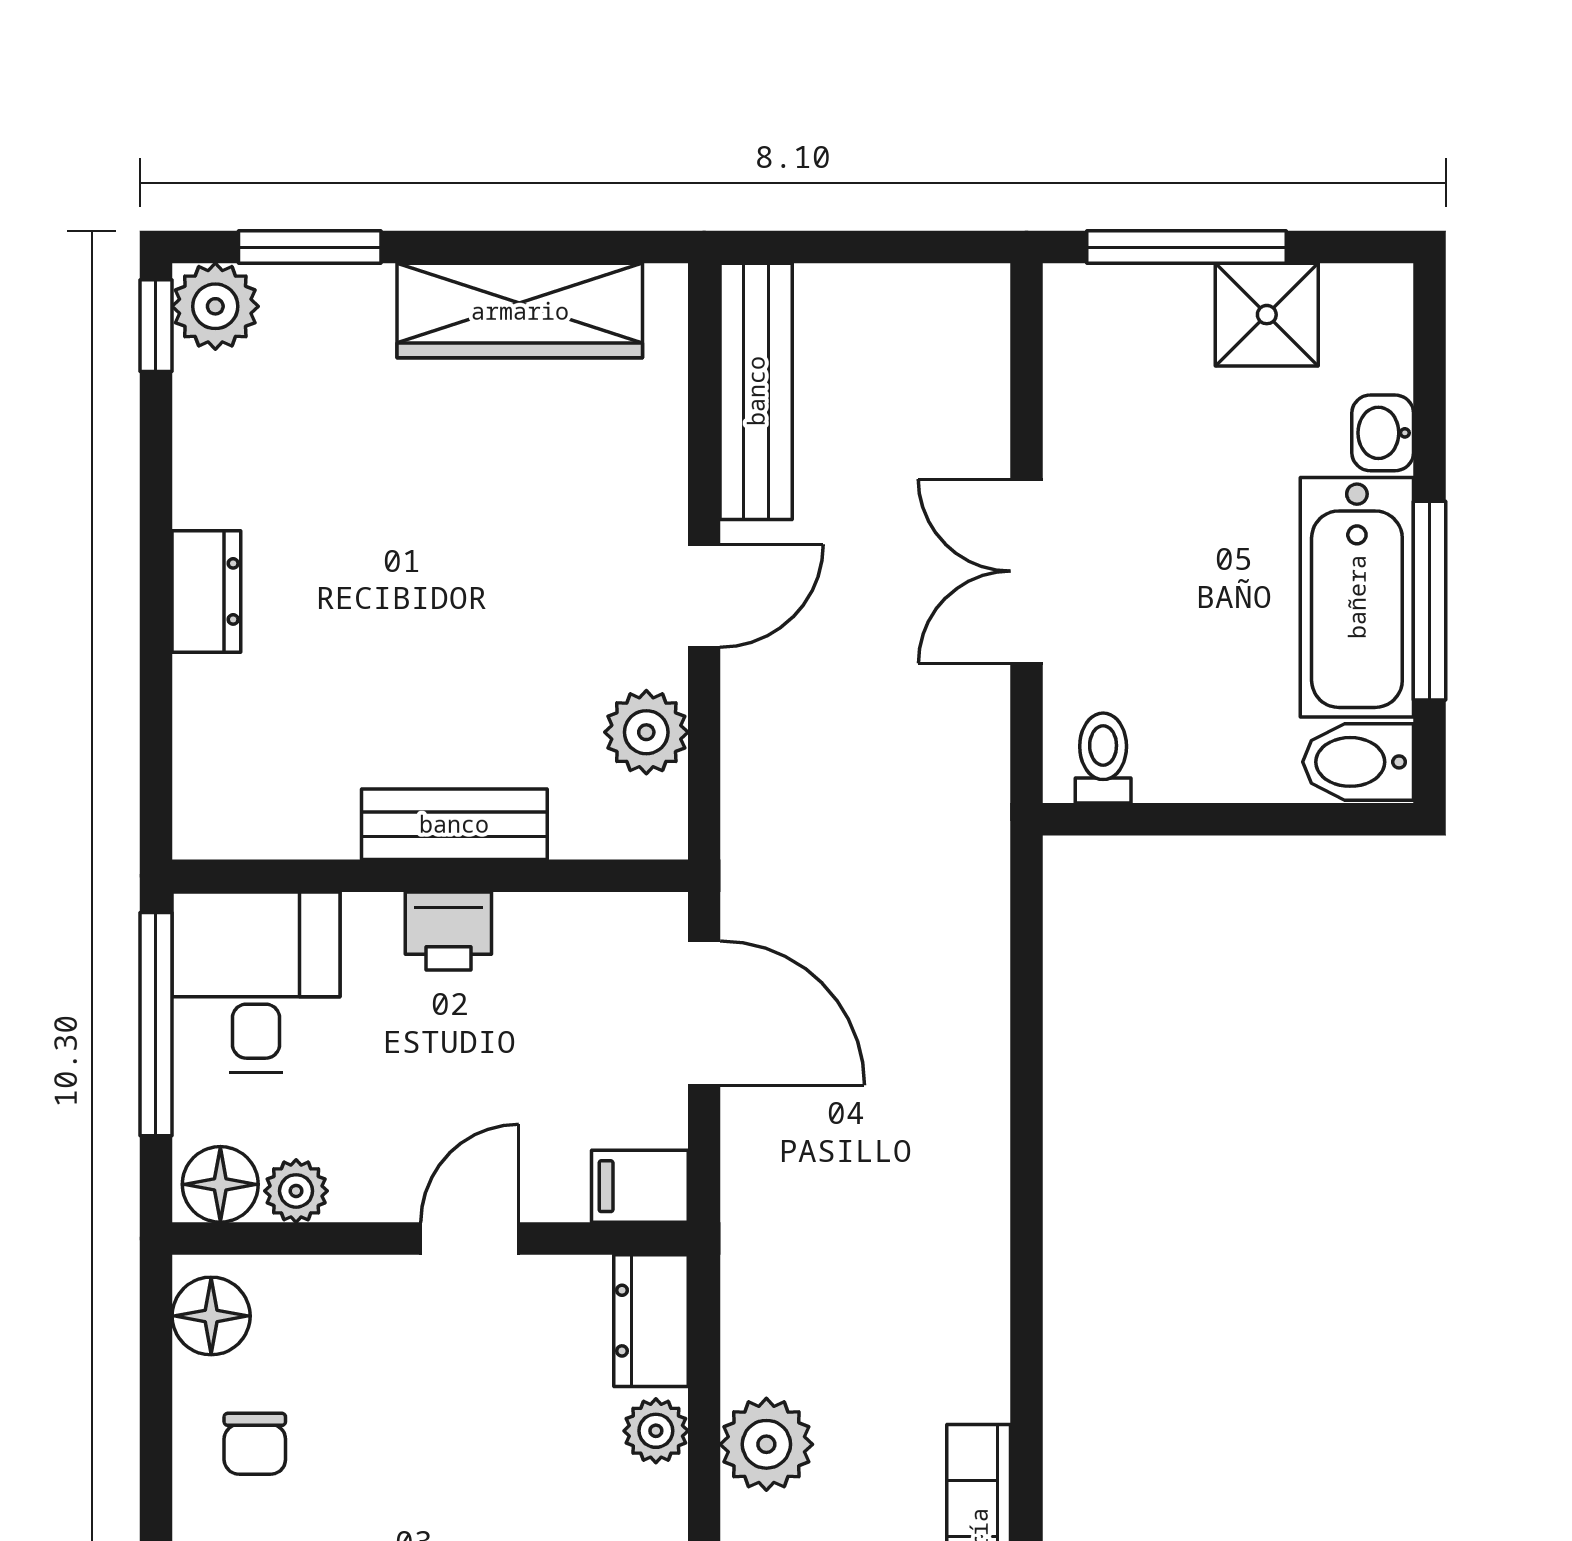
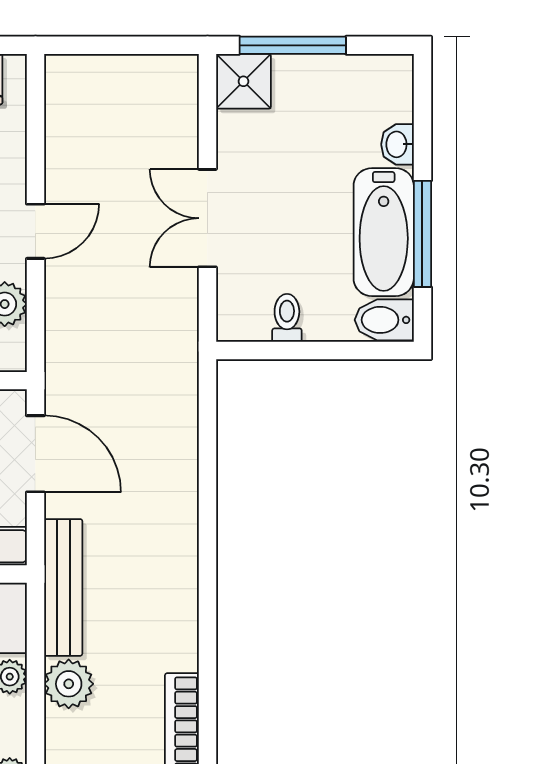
shower: (1267, 315) -> (243, 81), moved
bench: (756, 391) -> (63, 587), moved
toilet: (1103, 758) -> (287, 318), moved

